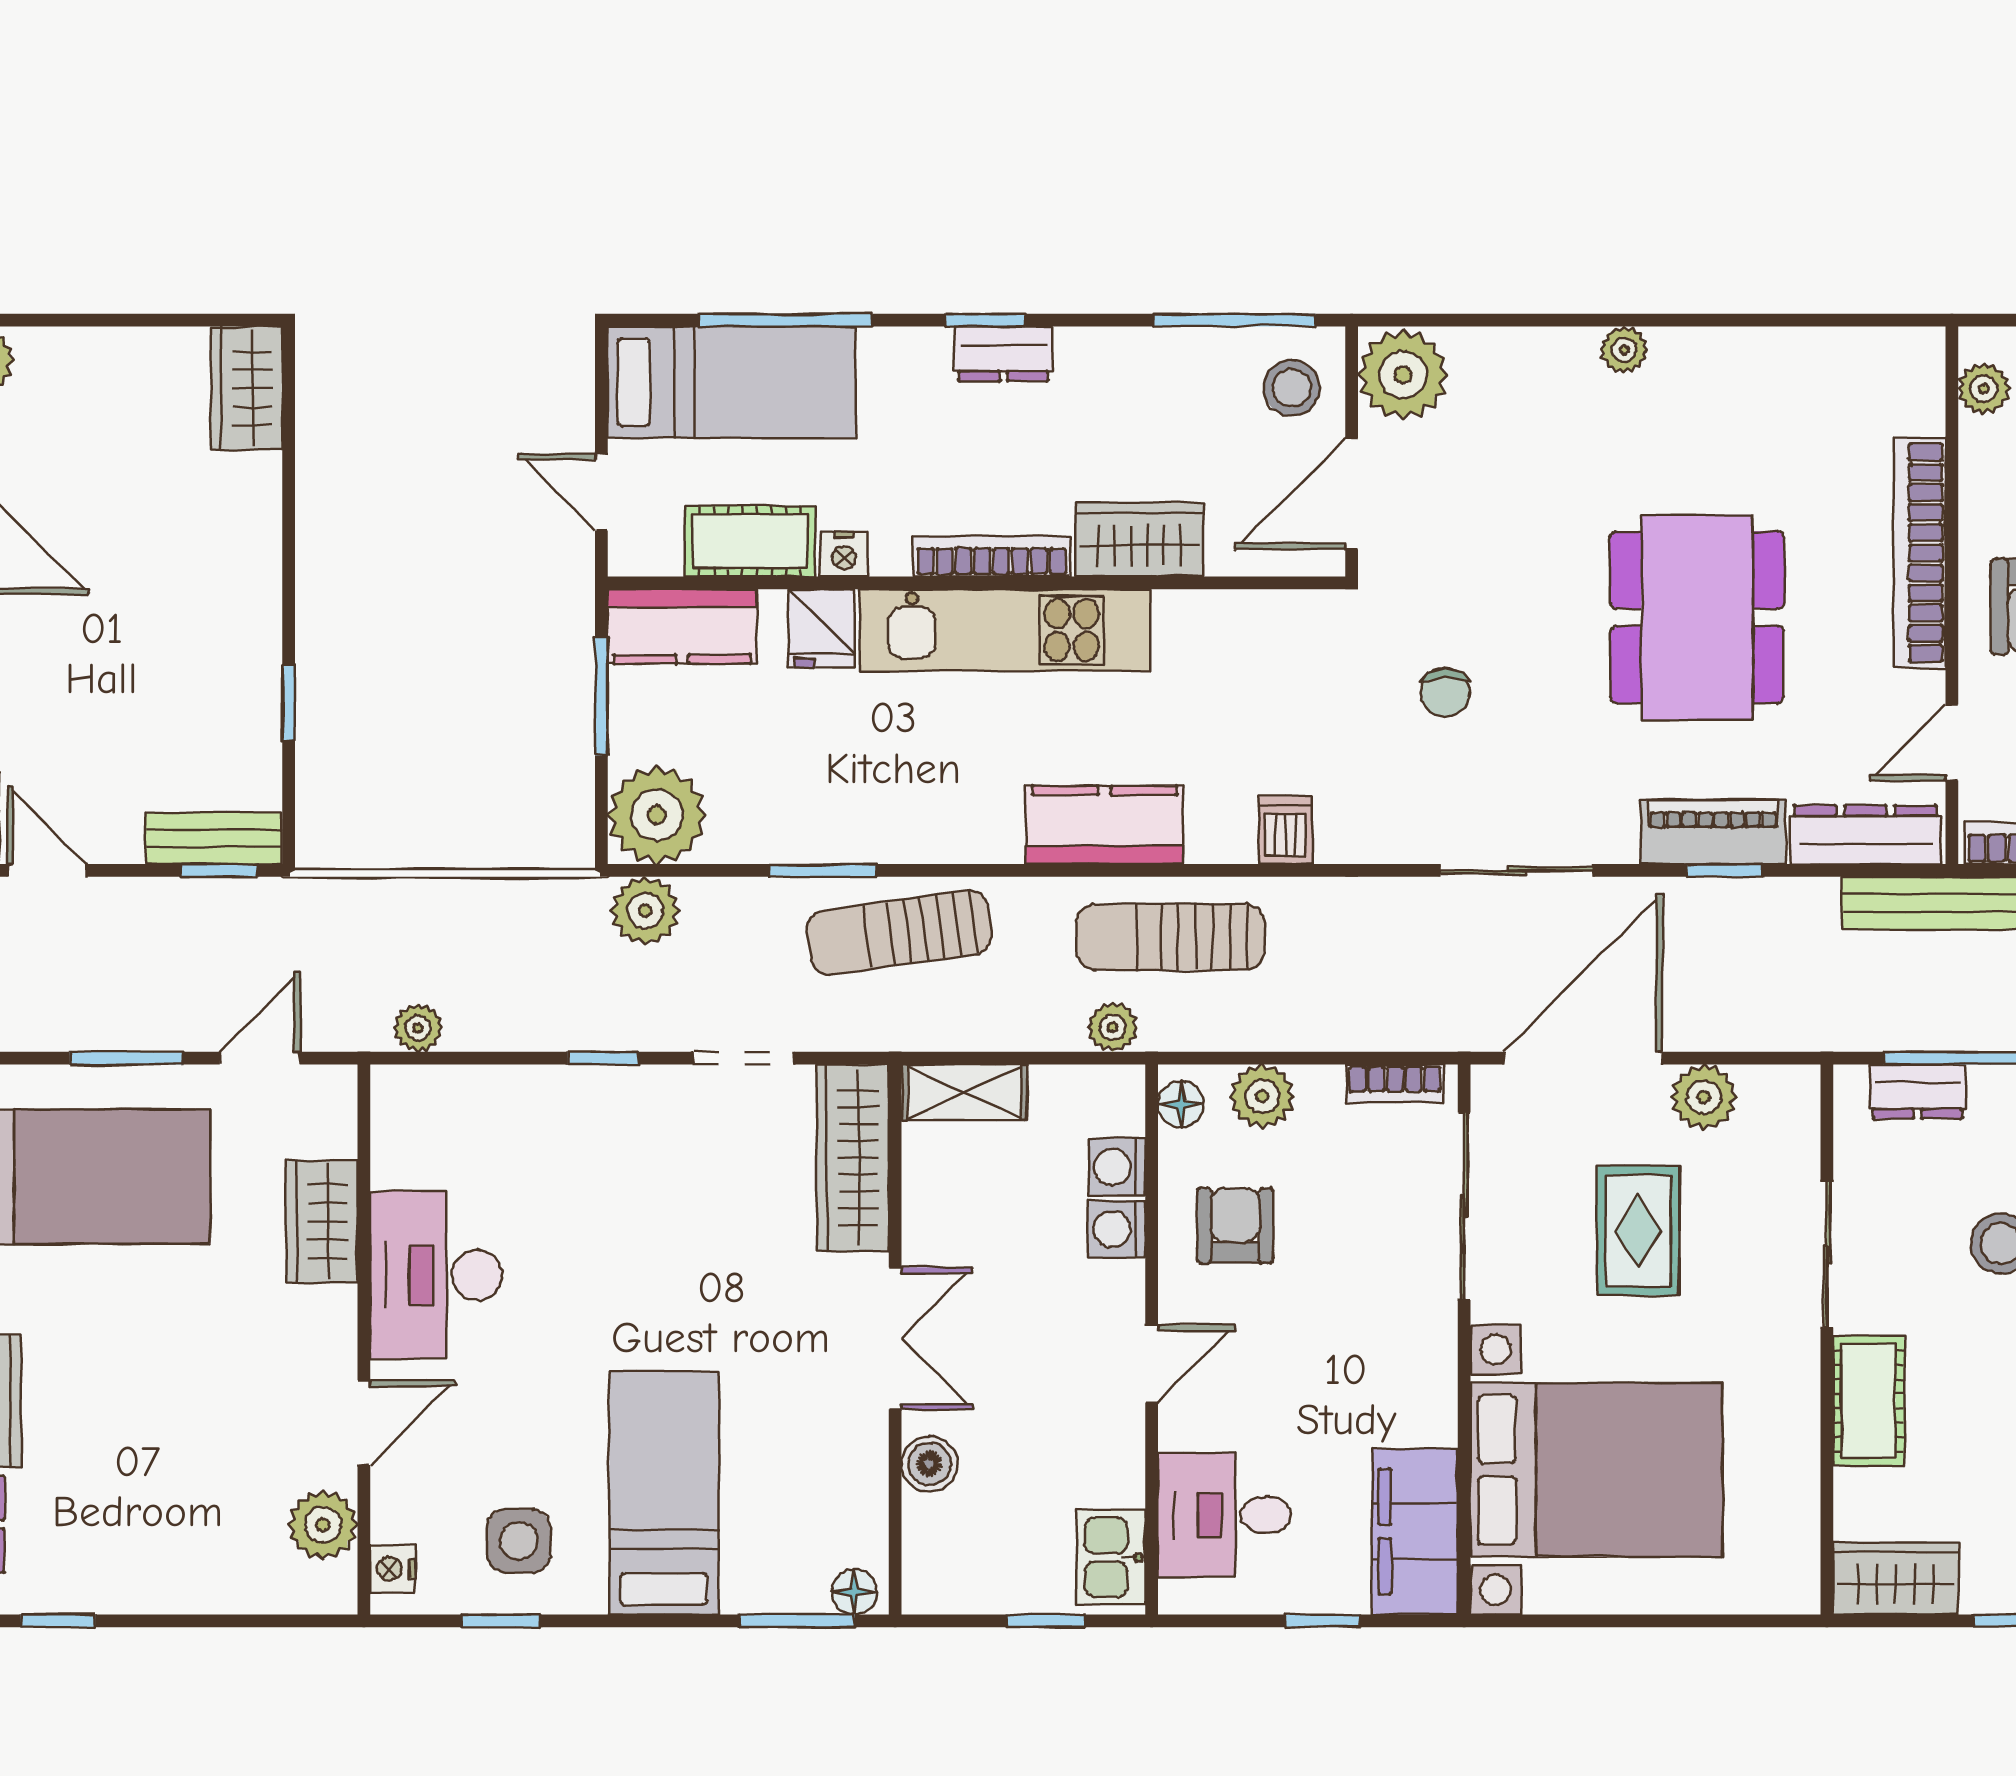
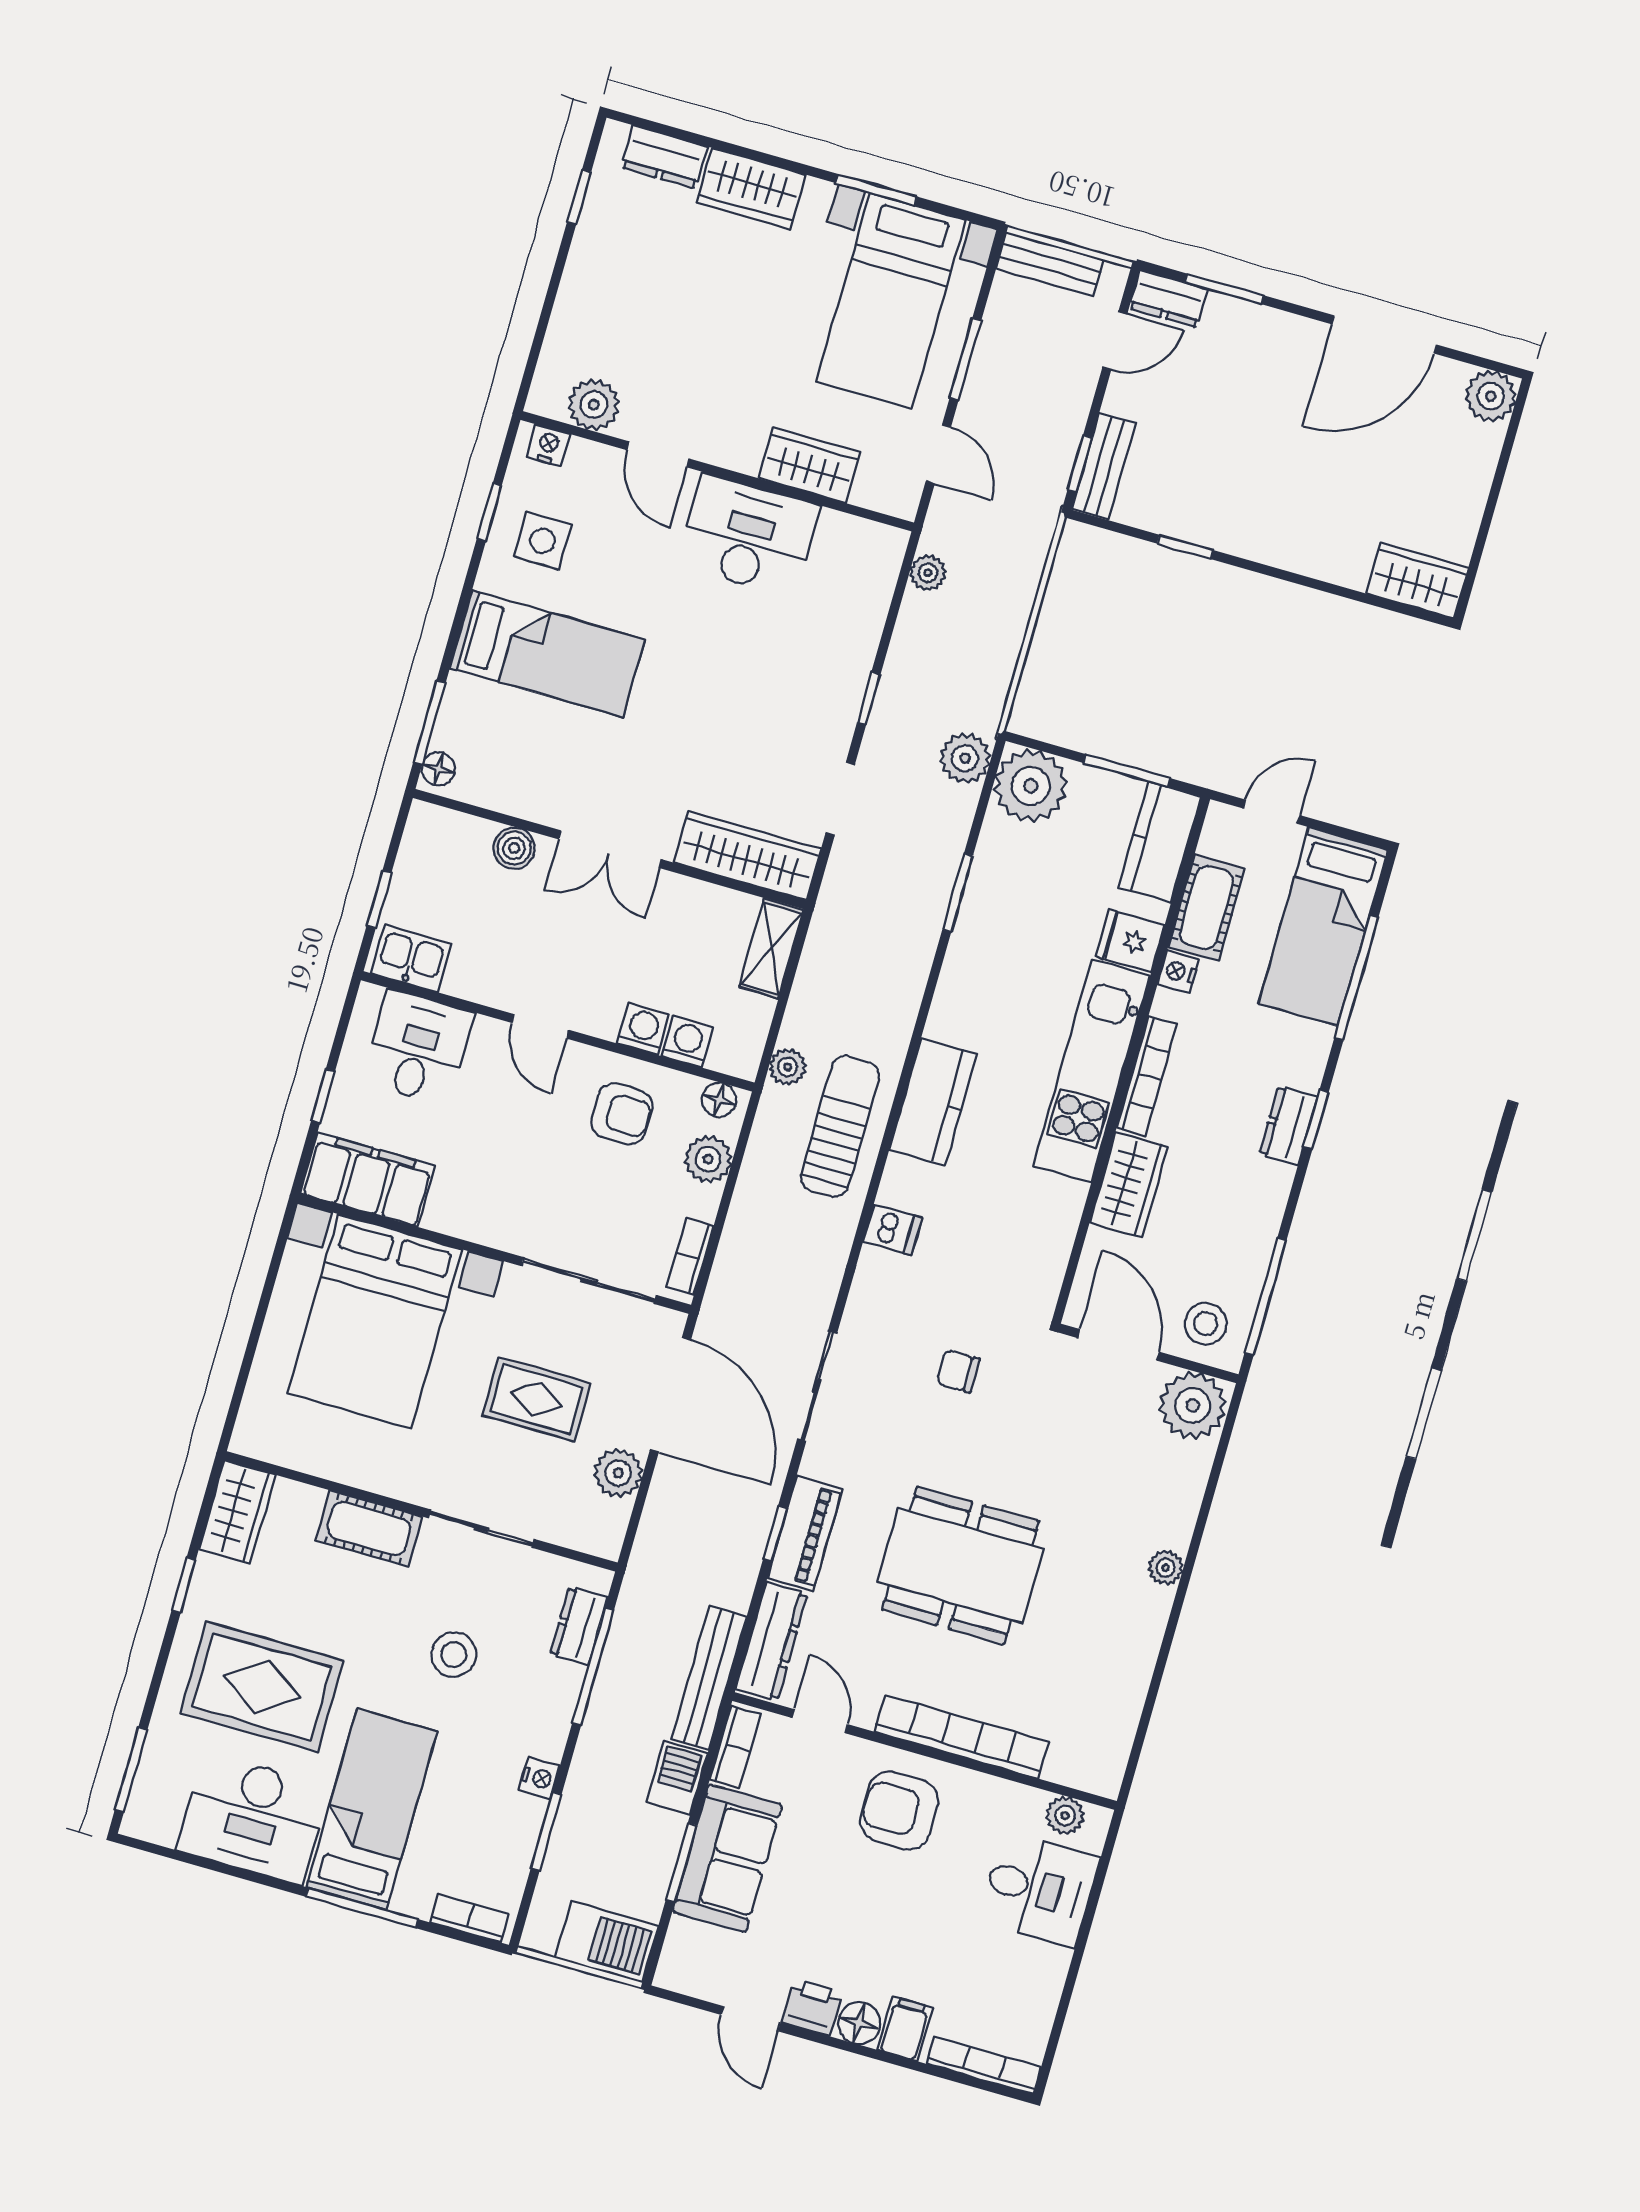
sun lounger: (899, 932) -> (898, 934), removed

